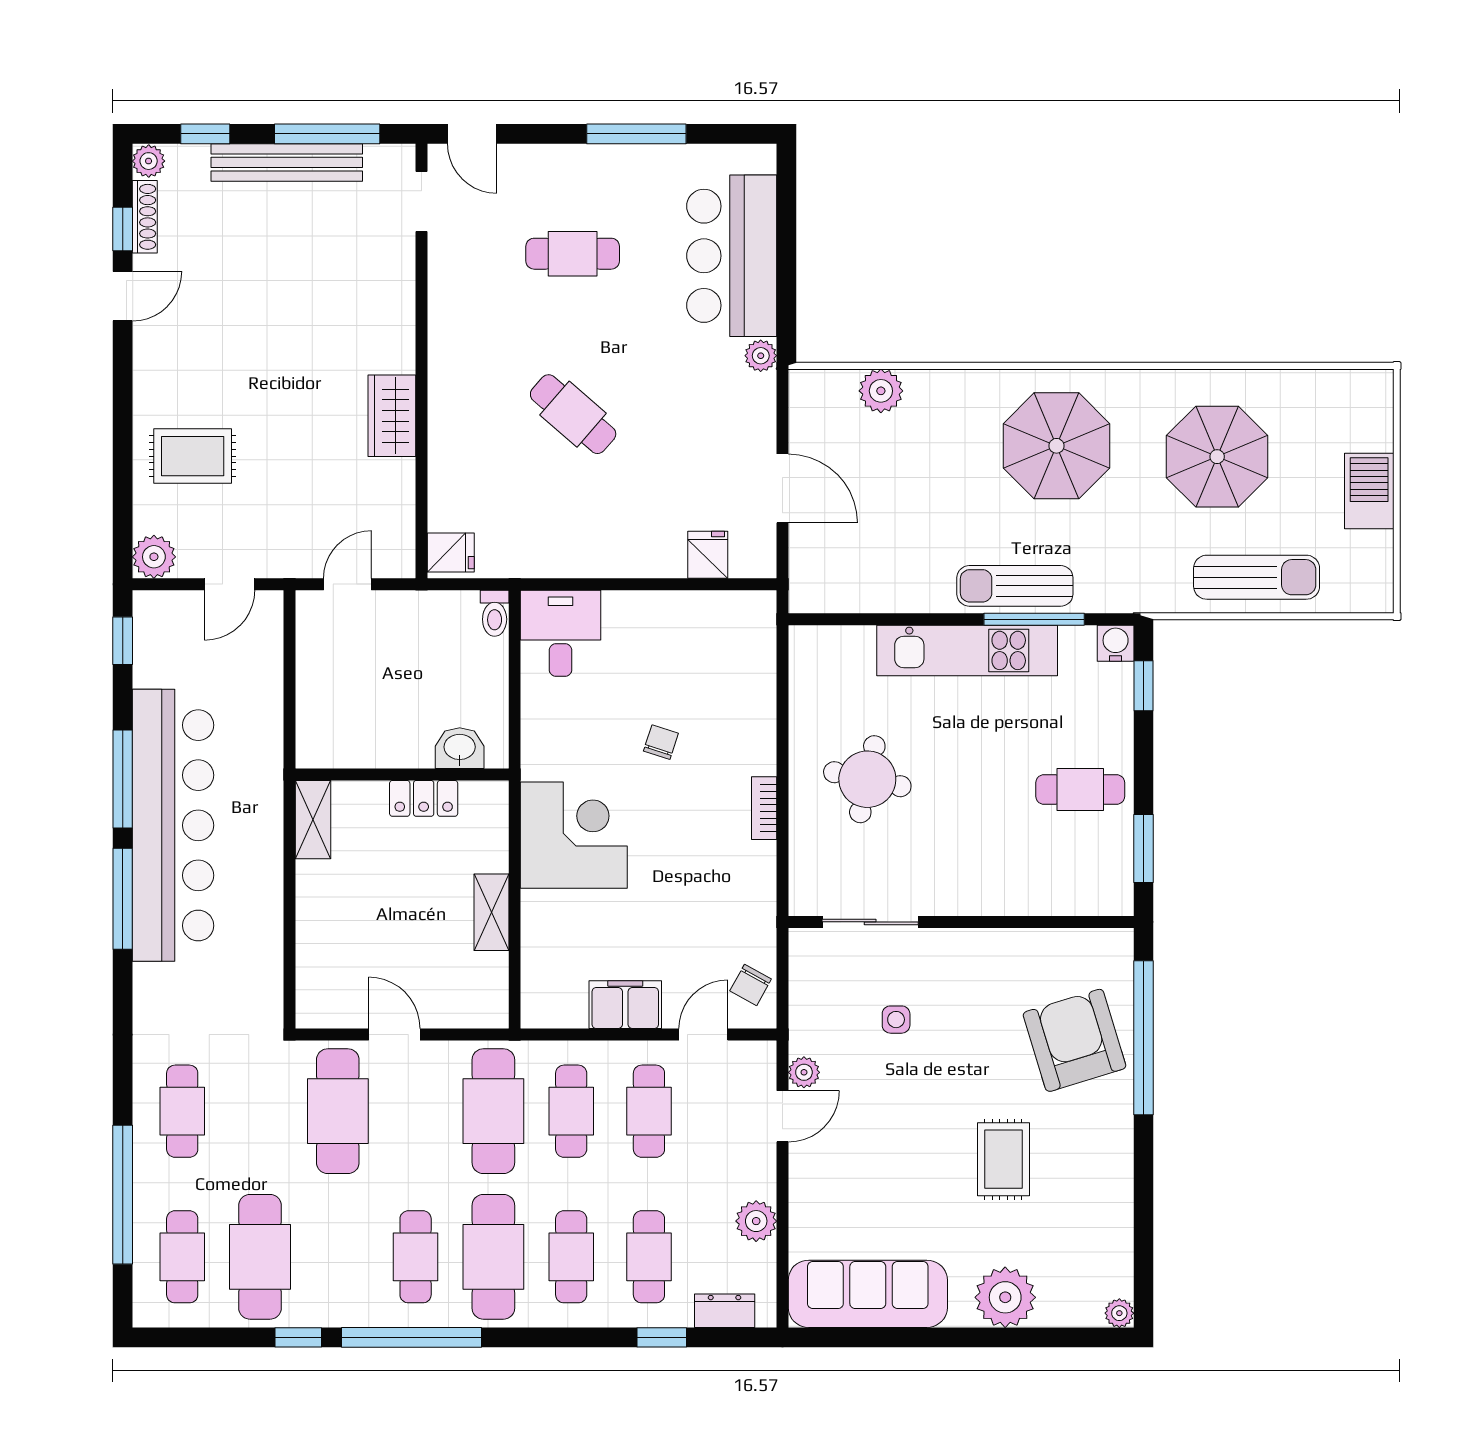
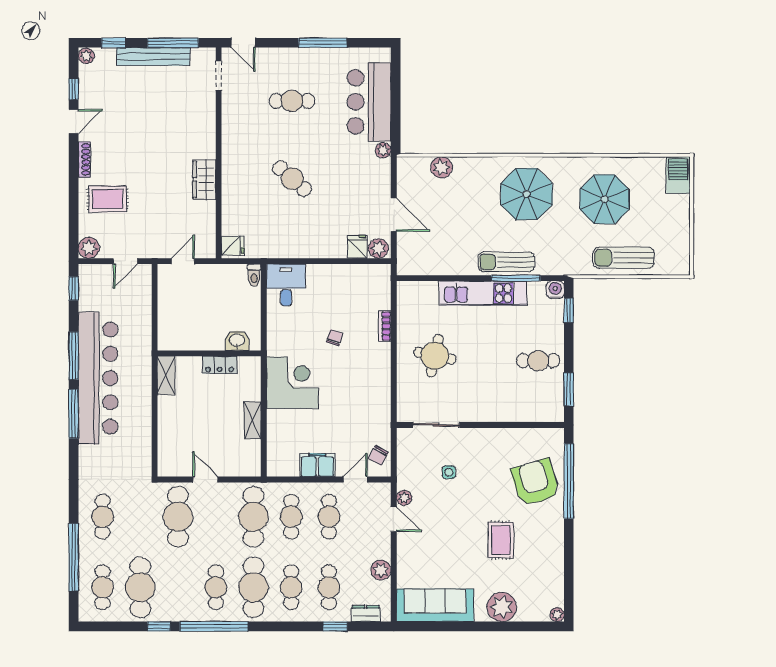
shoe rack: (145, 217) -> (84, 159), moved
barbecue: (1369, 491) -> (678, 175), moved
plant: (751, 558) -> (378, 248), added
sun lounger: (1257, 577) -> (624, 258), turned 180
bookcase: (764, 808) -> (385, 326), moved
door: (782, 1116) -> (394, 519), hinge flipped

